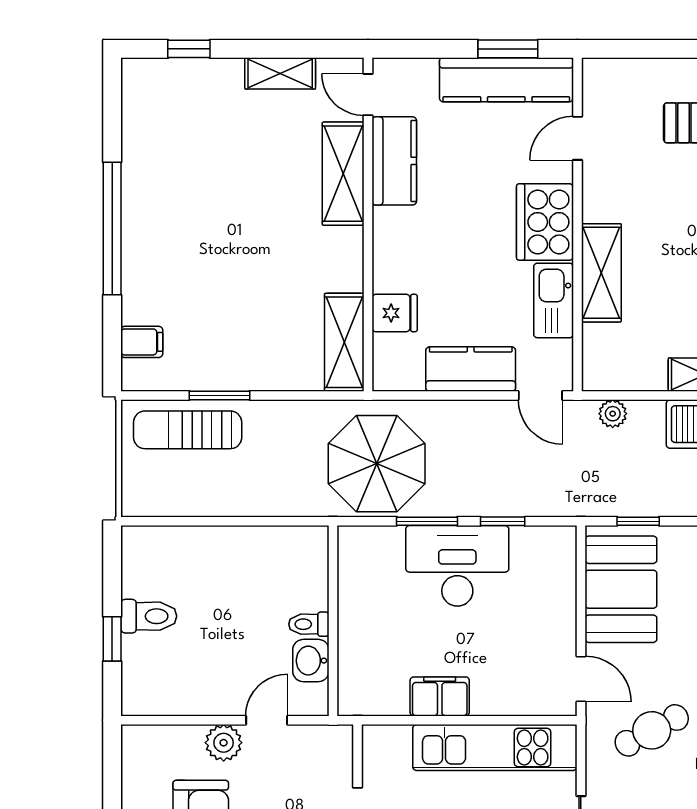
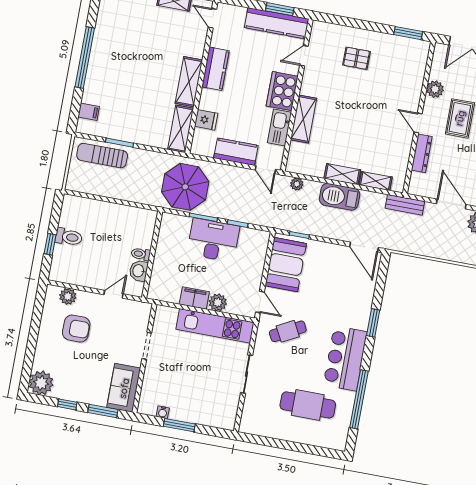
kitchen counter: (394, 161) -> (215, 69), moved
shelving: (343, 174) -> (189, 82), moved
plant: (491, 697) -> (218, 302), added
plant: (224, 743) -> (68, 296), moved

